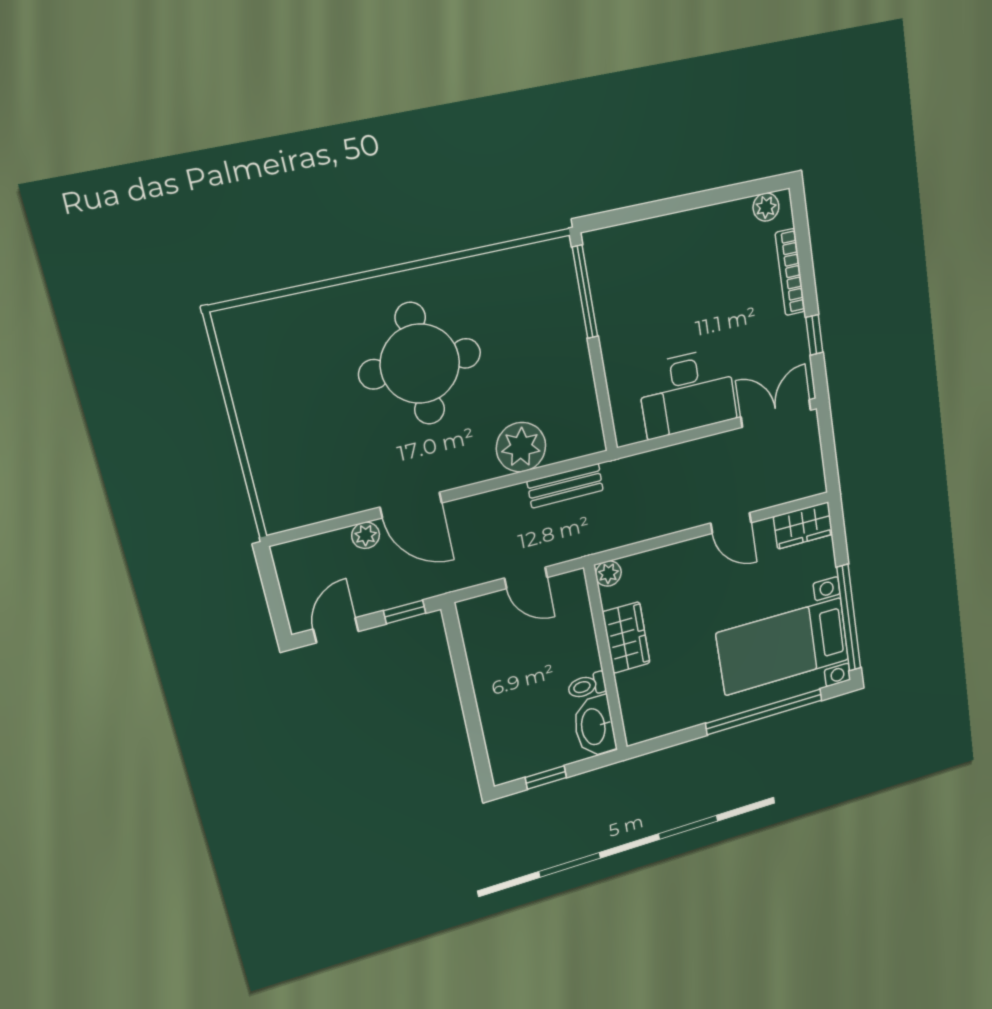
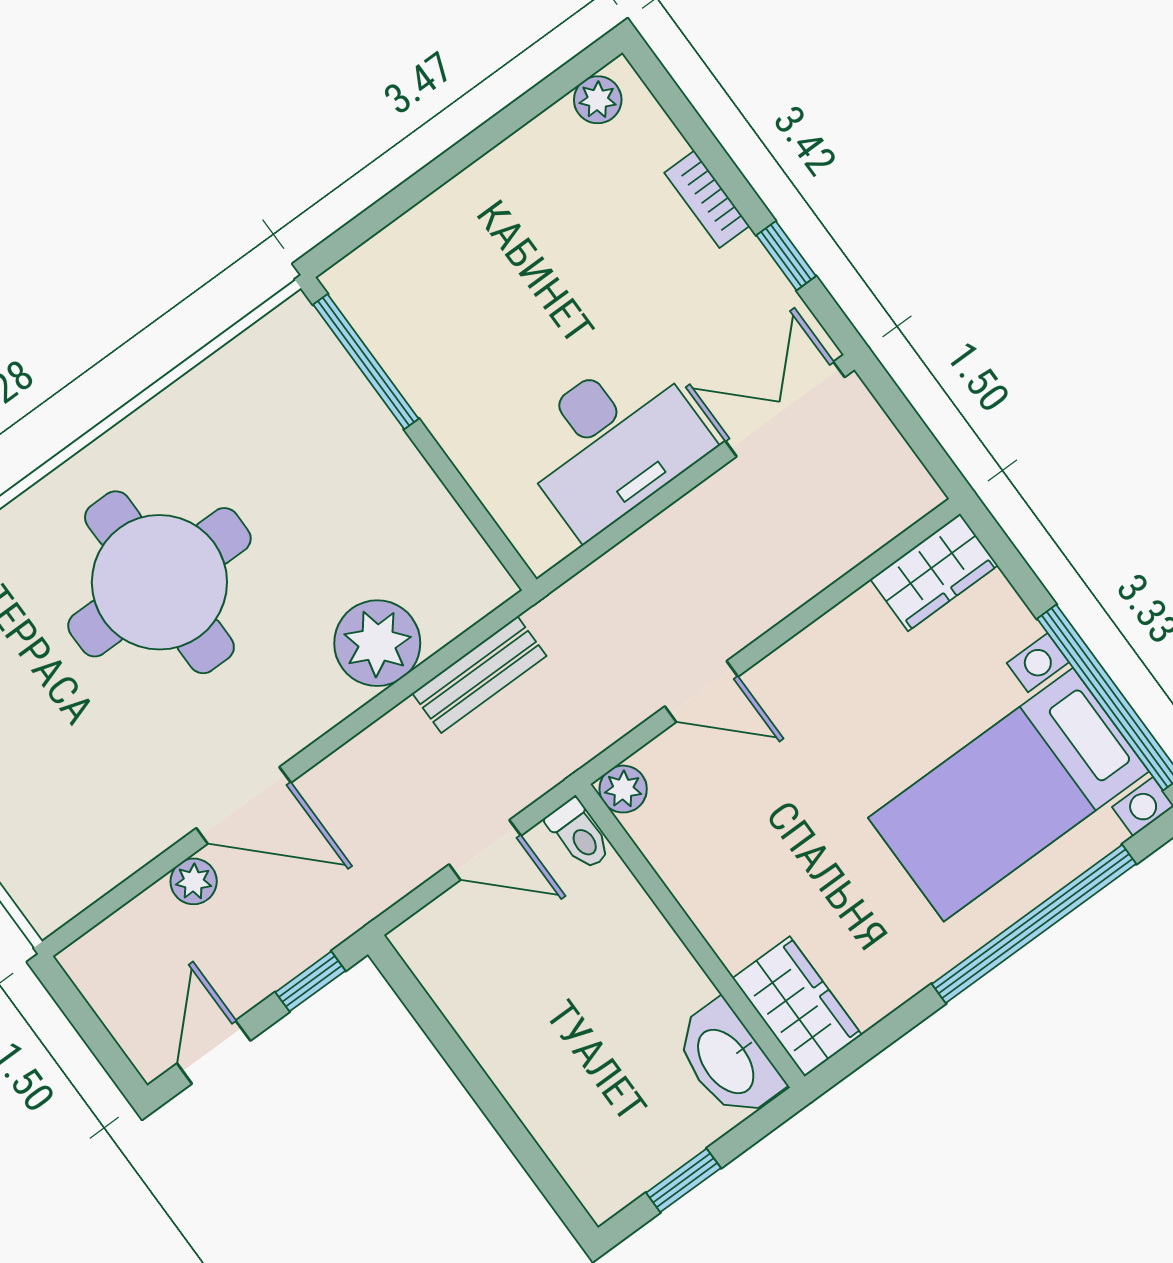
bookcase: (790, 272) -> (707, 199), width x0.64
door: (731, 523) -> (701, 692), moved
wardrobe: (626, 638) -> (797, 1006), moved
toilet: (587, 686) -> (579, 835), moved, turned -90

